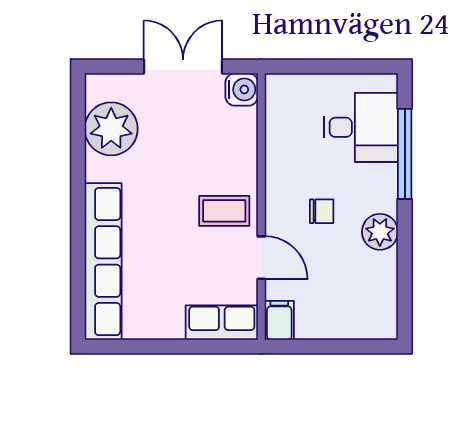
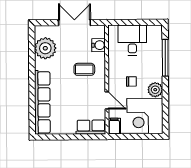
water cooler: (242, 89) -> (99, 45), moved
desk: (361, 127) -> (132, 40), moved, turned -90
coffee table: (224, 211) -> (84, 69), moved
corner desk: (354, 296) -> (145, 116), added

